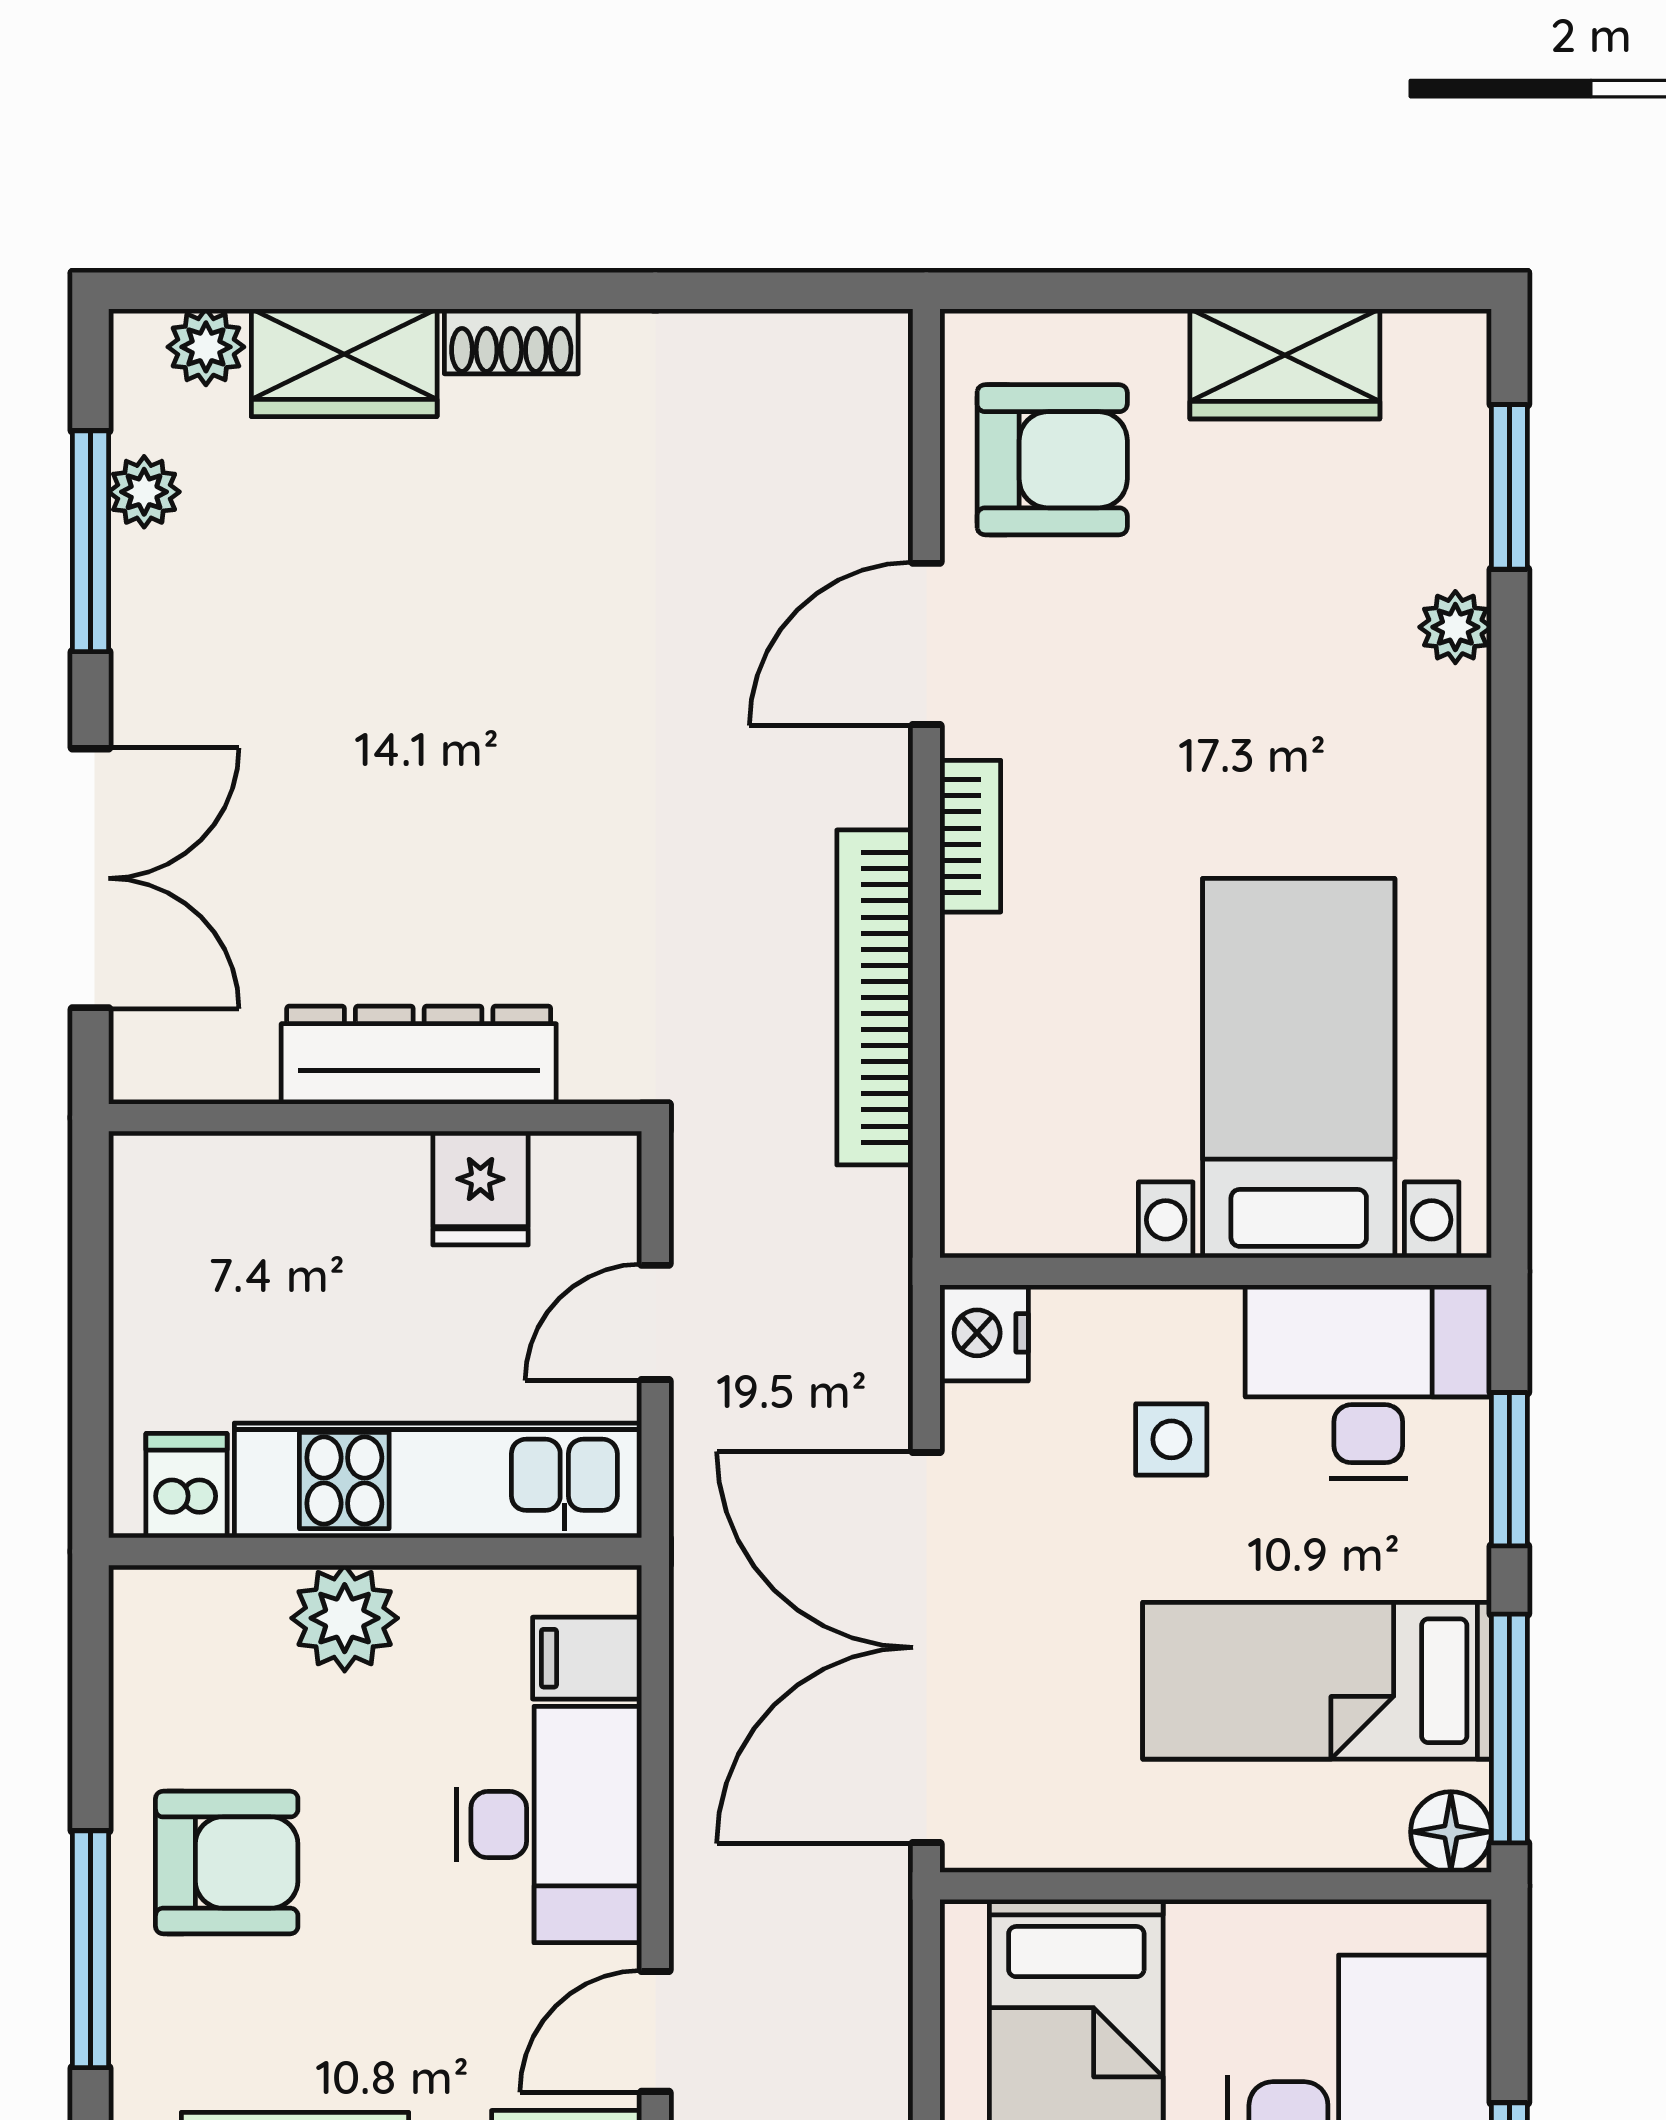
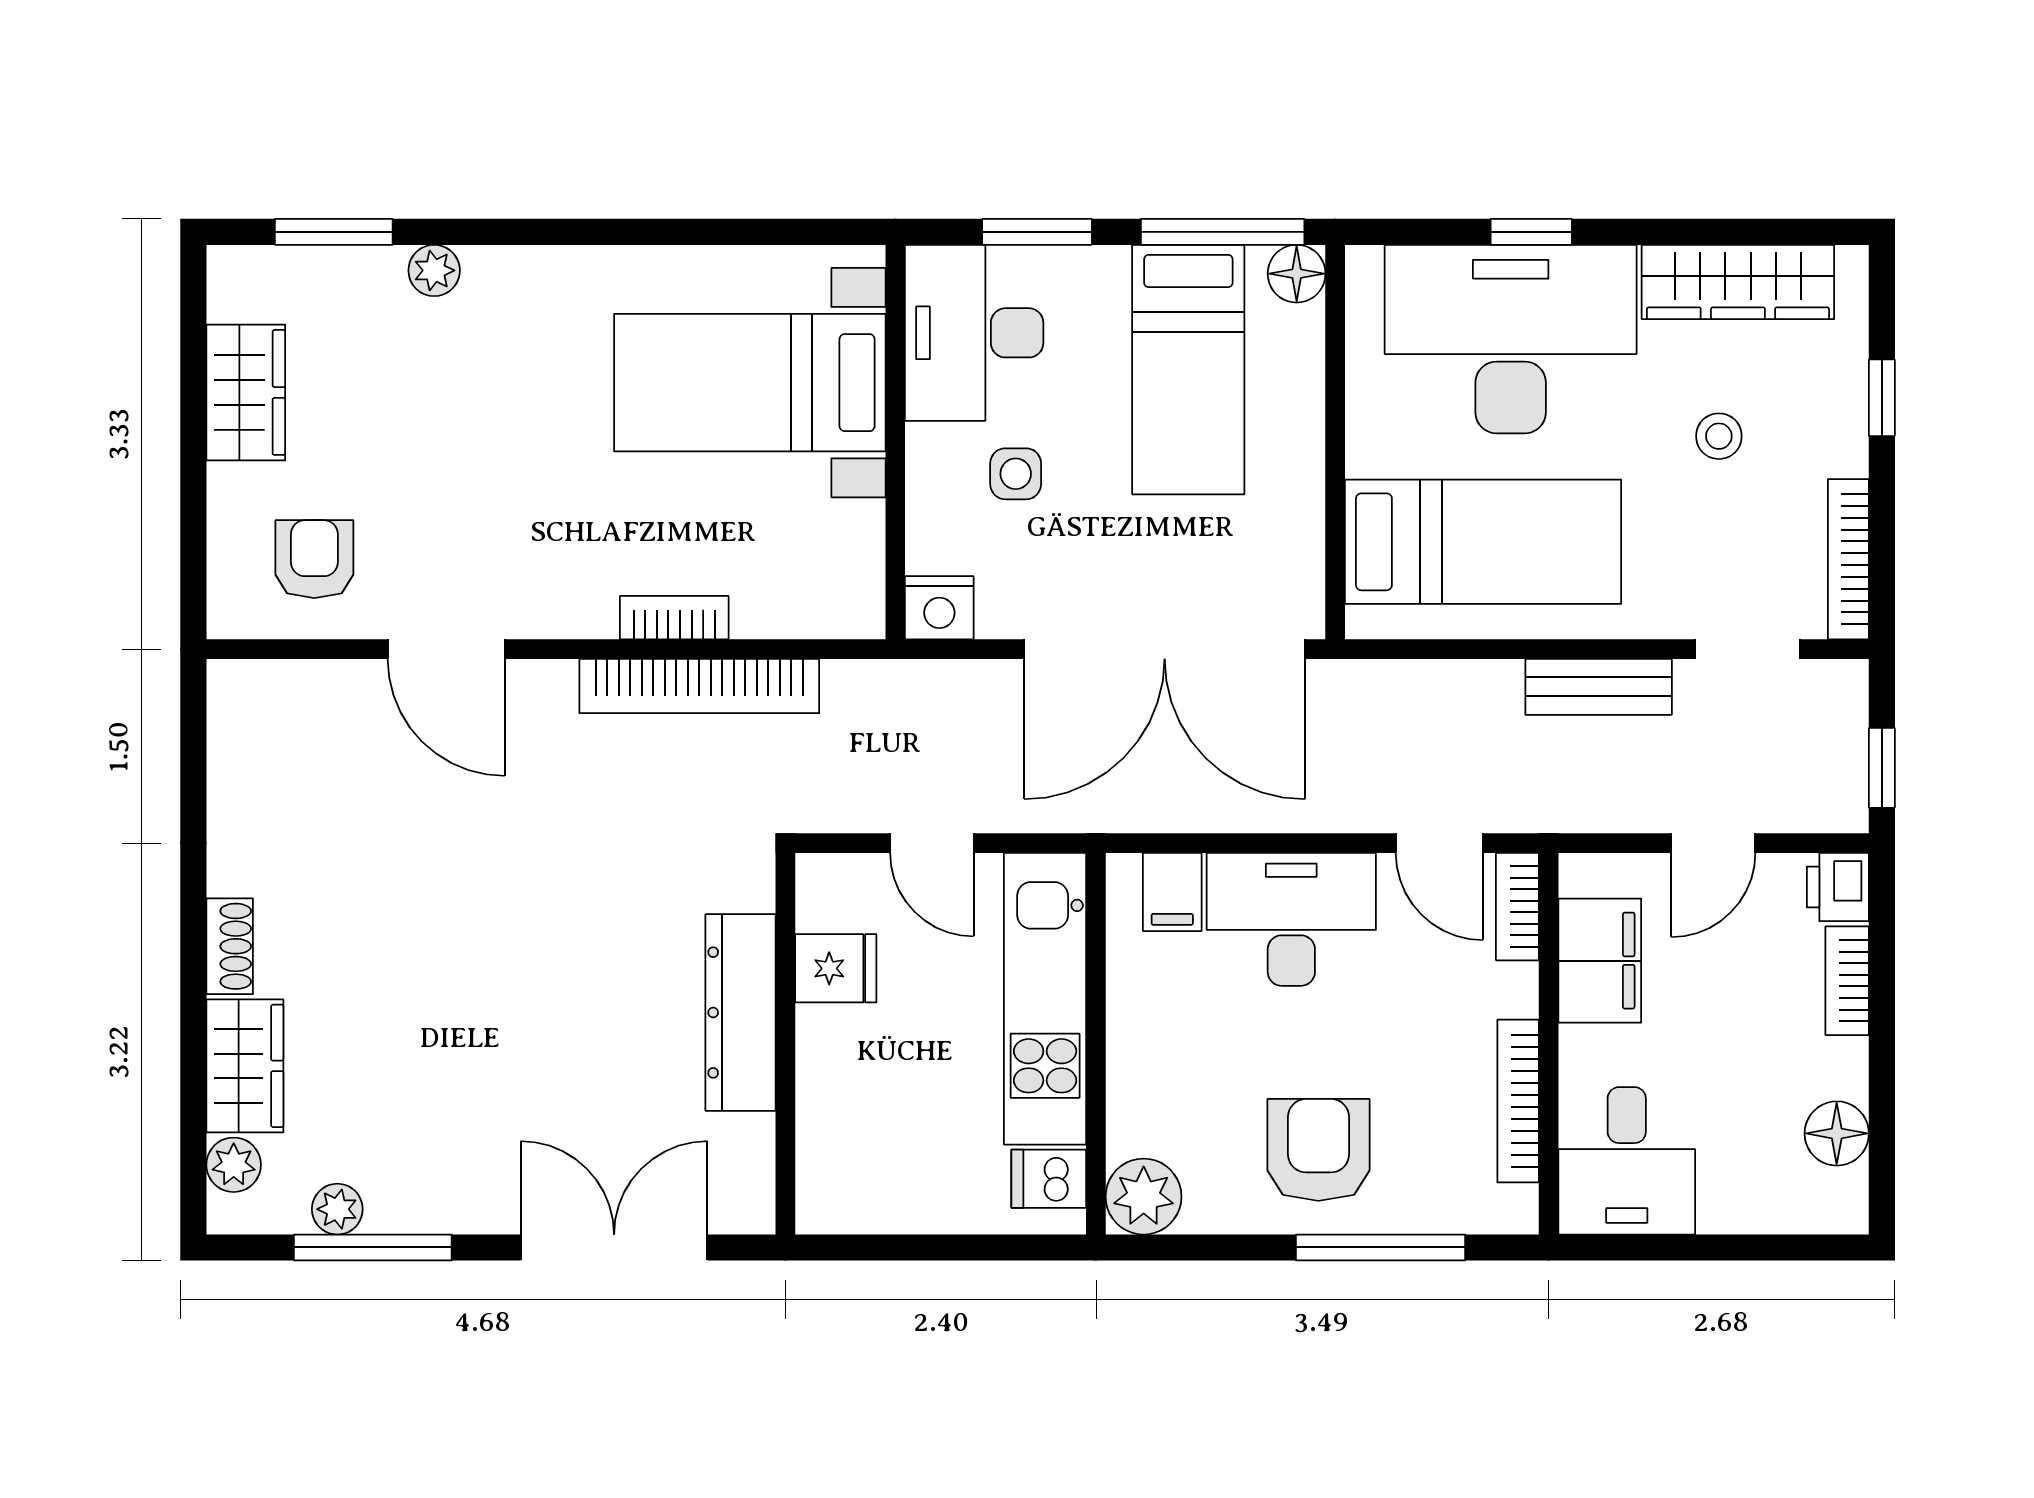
armchair: (1052, 460) -> (314, 559), width x0.72, depth x0.72
bookcase: (970, 836) -> (674, 618), moved
plant: (345, 1618) -> (1144, 1197), moved

